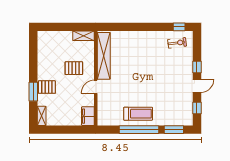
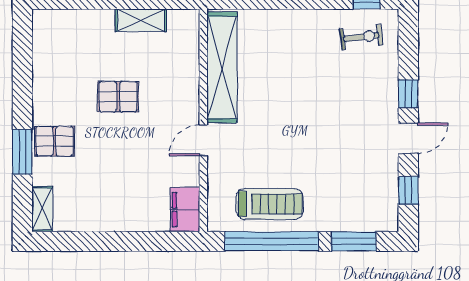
shelving: (104, 56) -> (222, 68), moved
wall: (96, 78) -> (203, 120), moved
door: (96, 87) -> (203, 140), moved
filing cabinet: (88, 116) -> (185, 210), moved

